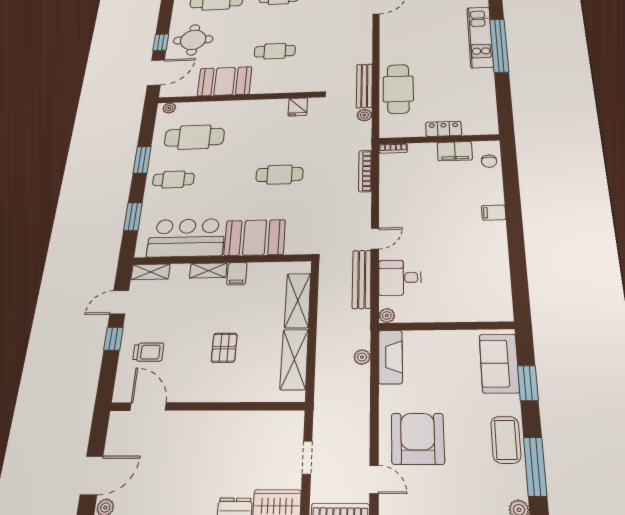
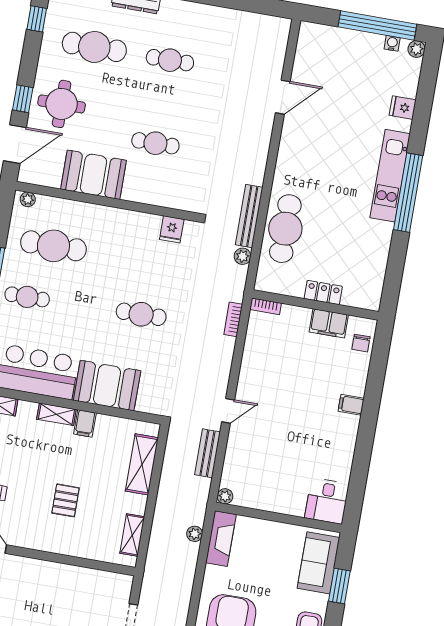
bookcase: (365, 171) -> (233, 319), width x0.64
desk: (400, 278) -> (327, 501), moved, turned -90
bench: (362, 279) -> (207, 453), width x0.73
shelving: (294, 359) -> (132, 535), width x0.67, depth x0.75

